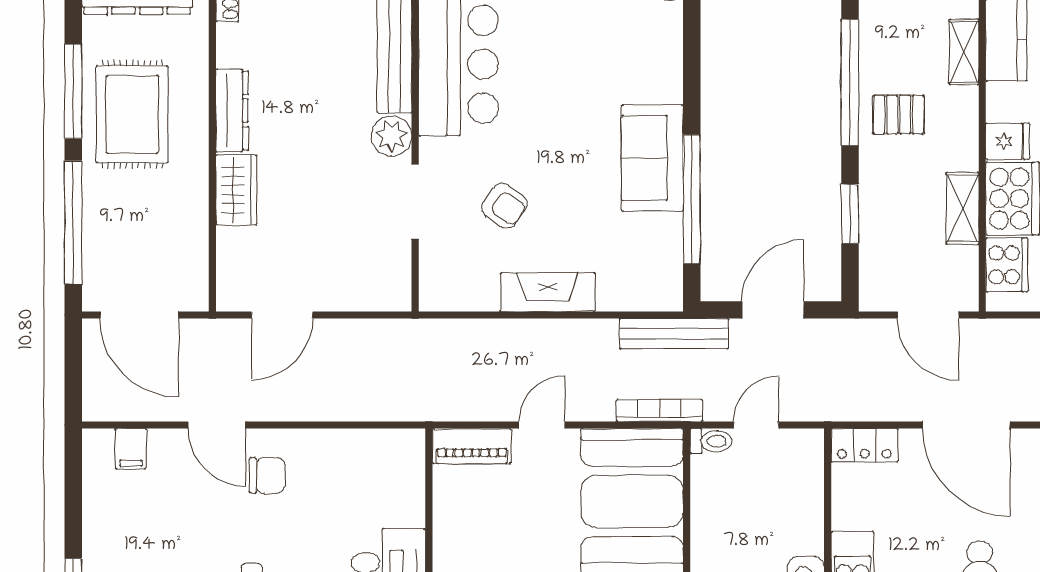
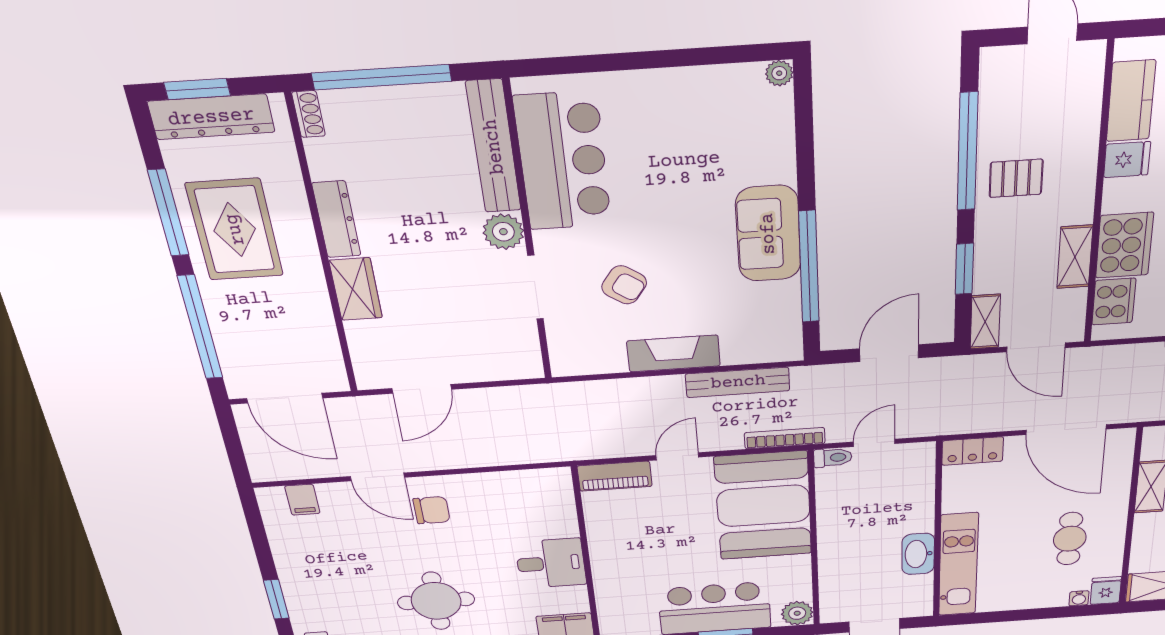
shelving: (964, 52) -> (985, 322), moved
fridge: (1007, 141) -> (1127, 160), moved
bench: (674, 334) -> (738, 382), moved

